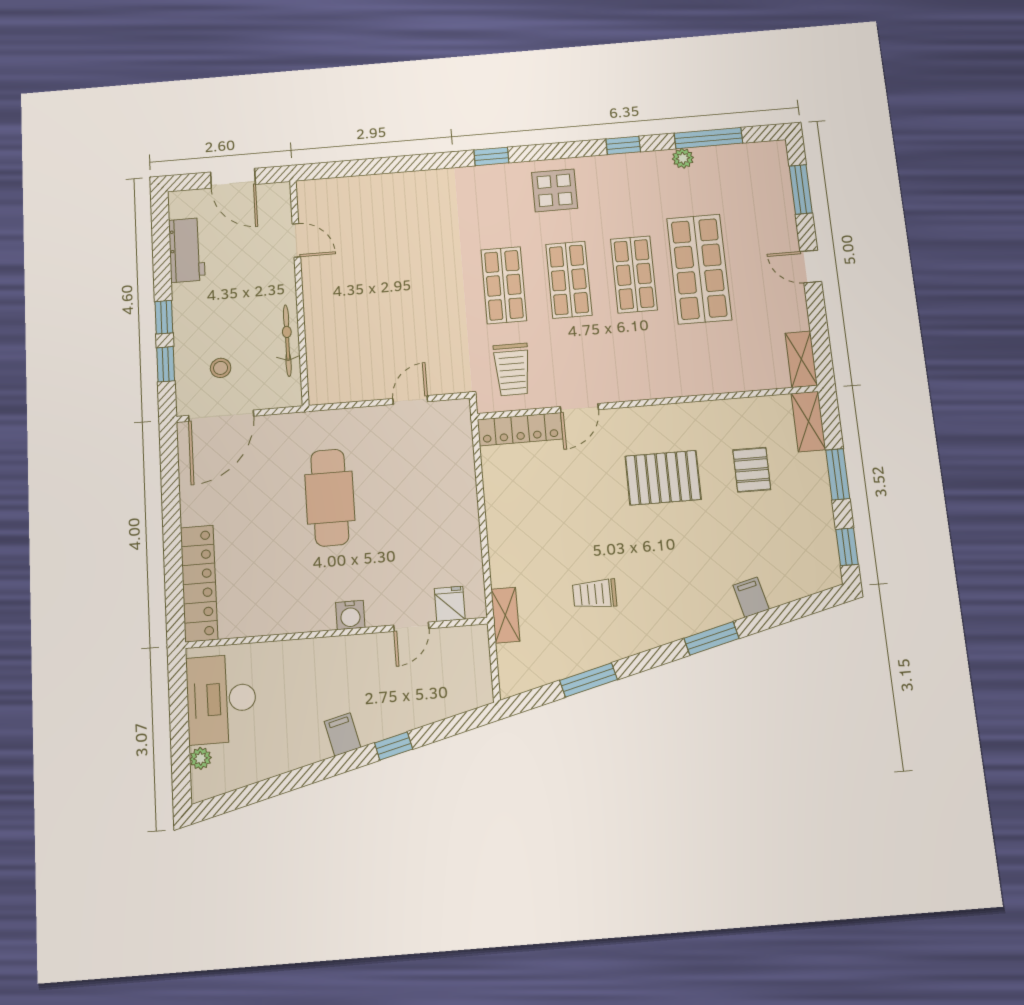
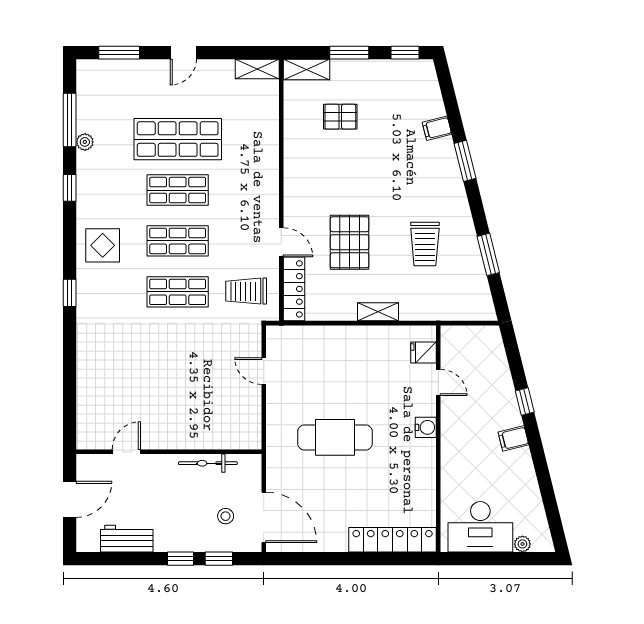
trolley: (512, 369) -> (246, 291), turned 180
pallet: (663, 478) -> (350, 242), moved
trolley: (595, 594) -> (425, 244), width x1.36, depth x1.39
shelving: (505, 615) -> (378, 312), moved

